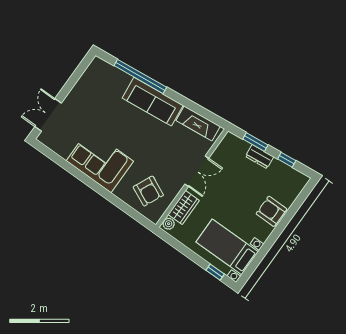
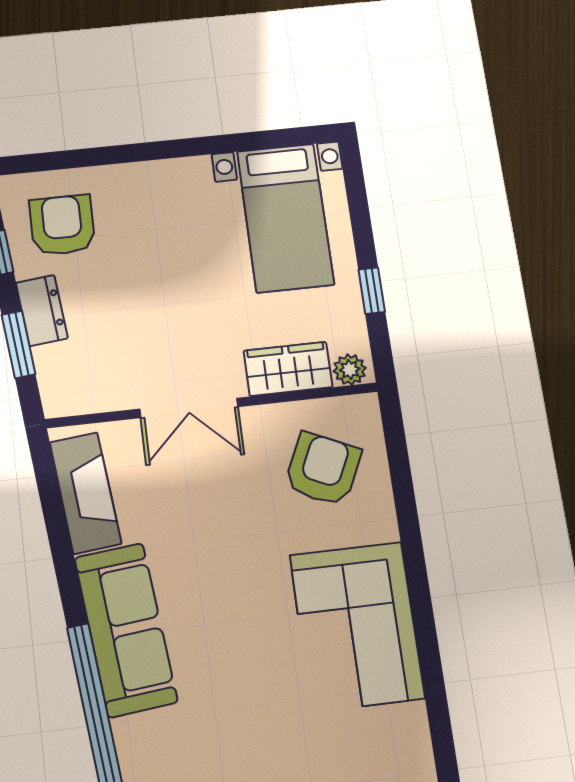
double door: (197, 171) -> (189, 408), swing flipped
armchair: (271, 211) -> (62, 225), moved, turned 180
window: (215, 272) -> (372, 291), moved

